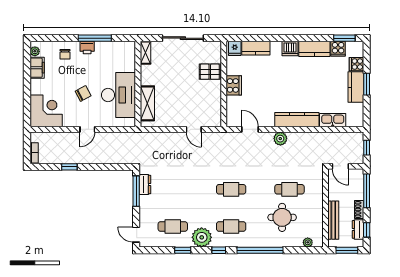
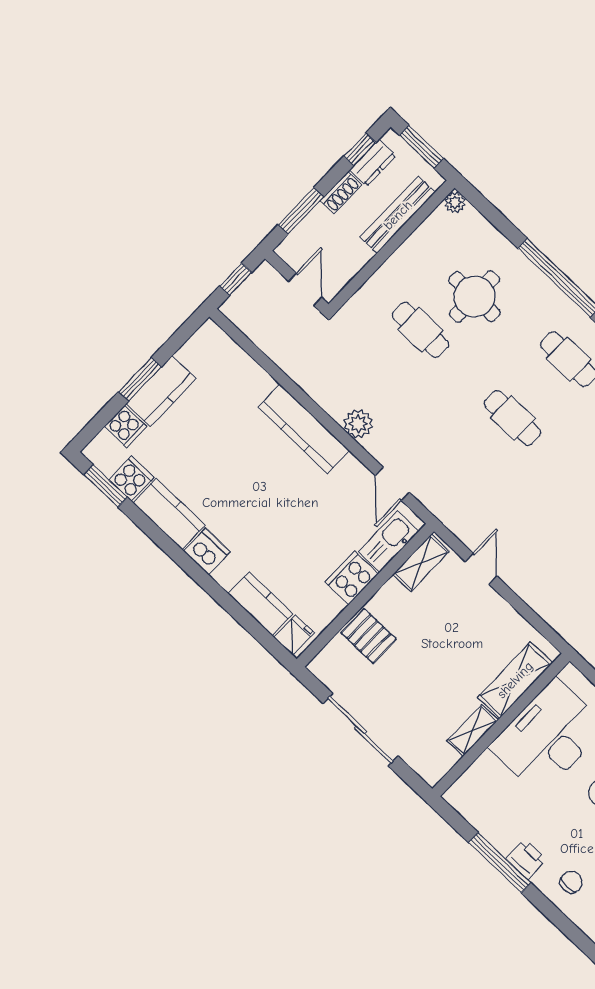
shelving: (146, 53) -> (473, 730), moved
shelving: (216, 112) -> (421, 563), added
kitchen sink: (333, 120) -> (389, 542), moved, turned 90
window: (367, 191) -> (301, 211), width x0.69
plant: (308, 242) -> (455, 202), moved

